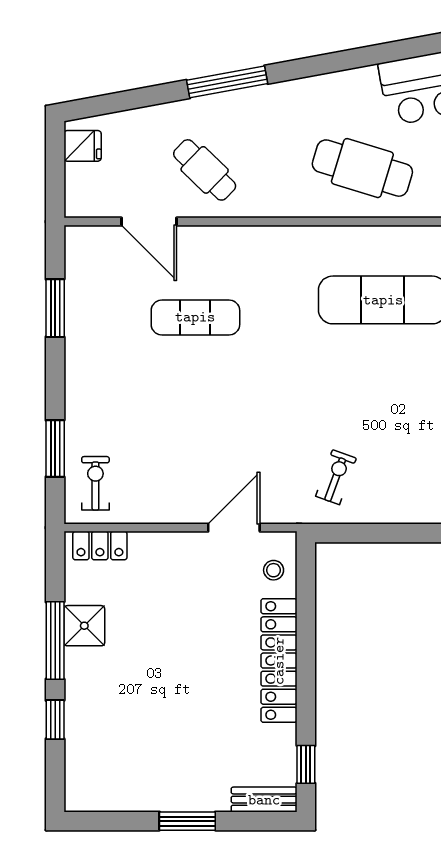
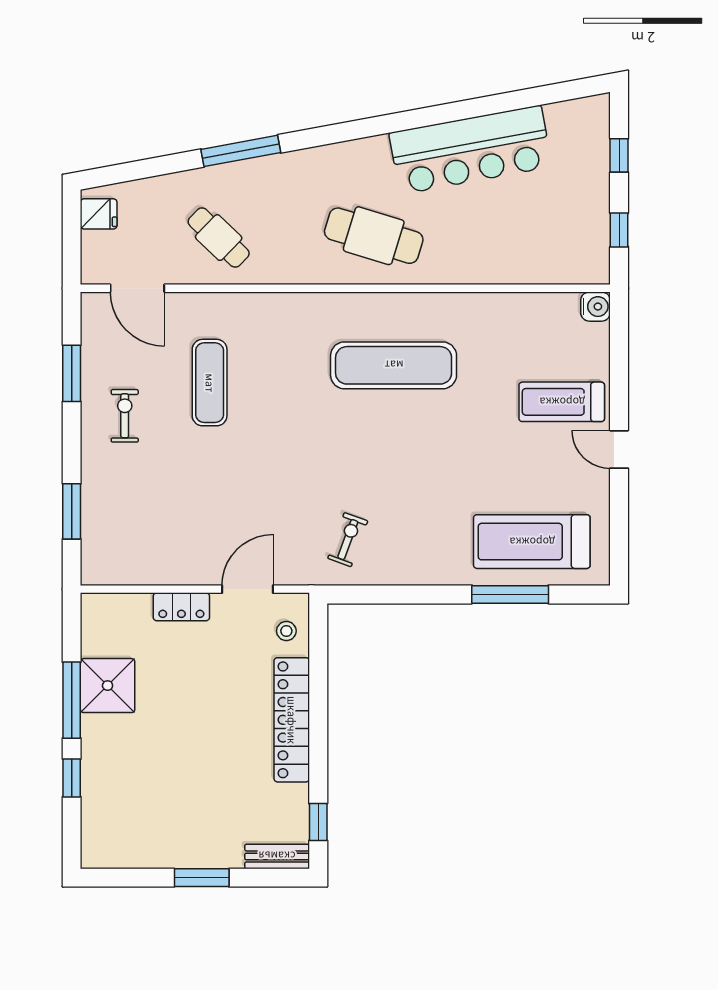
door: (149, 222) -> (137, 288), moved
exercise mat: (195, 317) -> (210, 383), turned 90
exercise bike: (95, 483) -> (125, 416), moved
locker: (100, 546) -> (181, 607), moved
shower: (84, 626) -> (108, 686), width x1.36, depth x1.36

